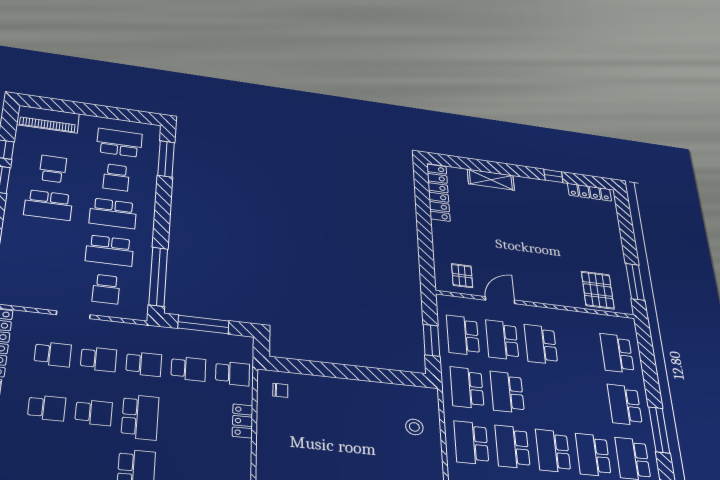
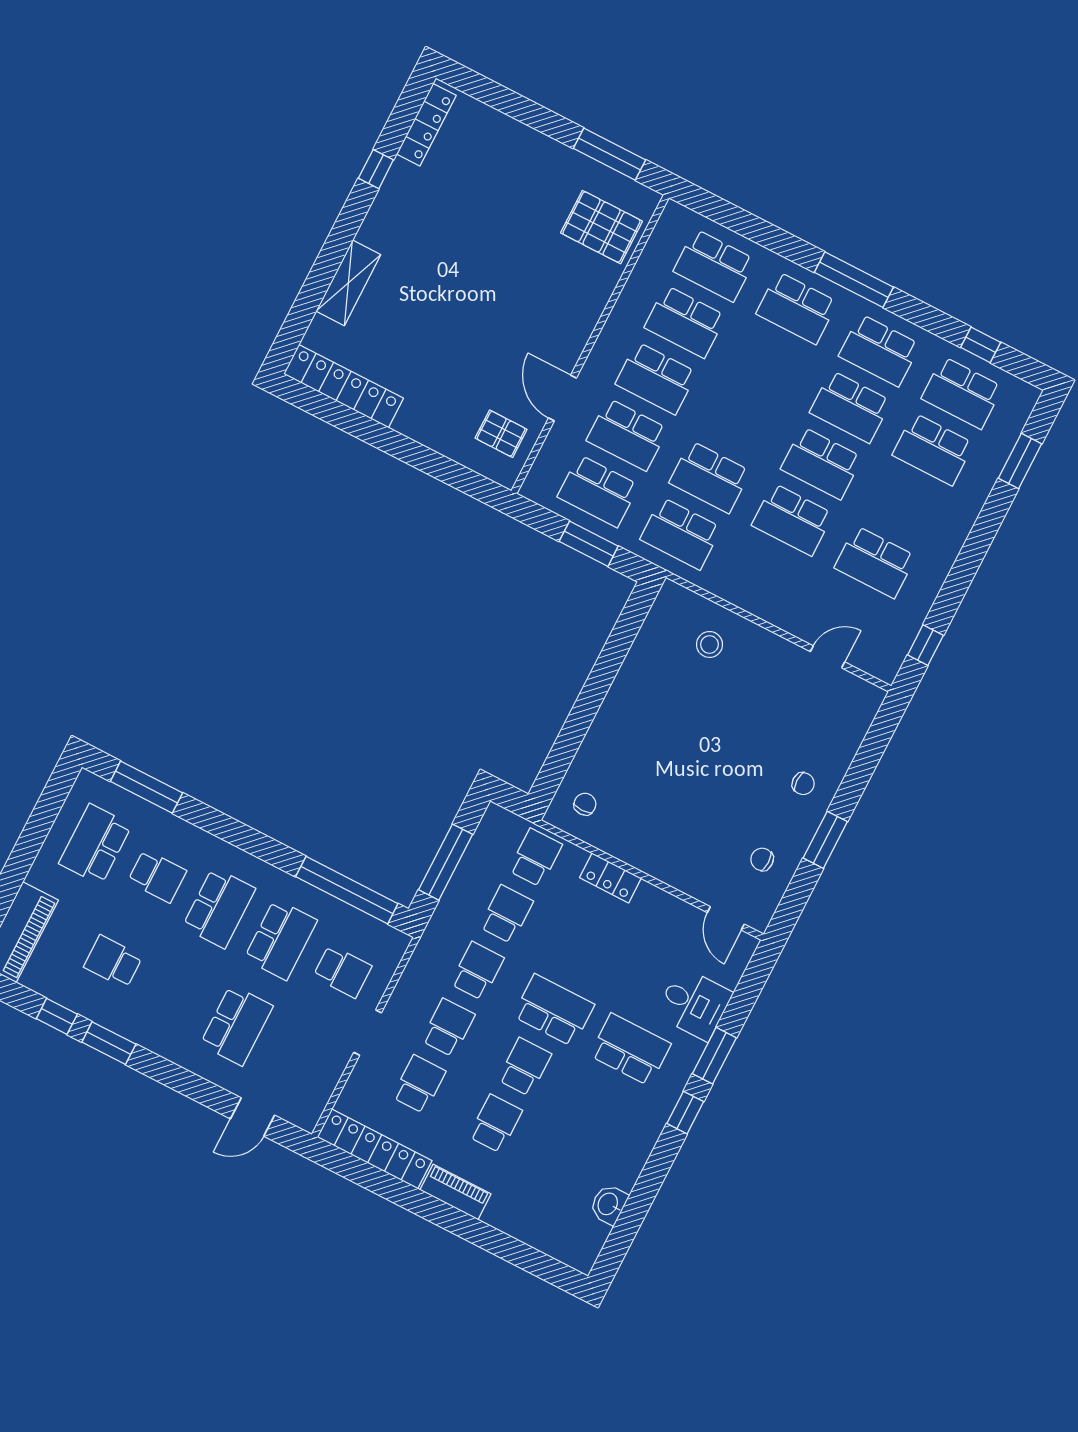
school desk: (48, 205) -> (237, 1025), moved
school desk: (471, 443) -> (685, 322), moved

